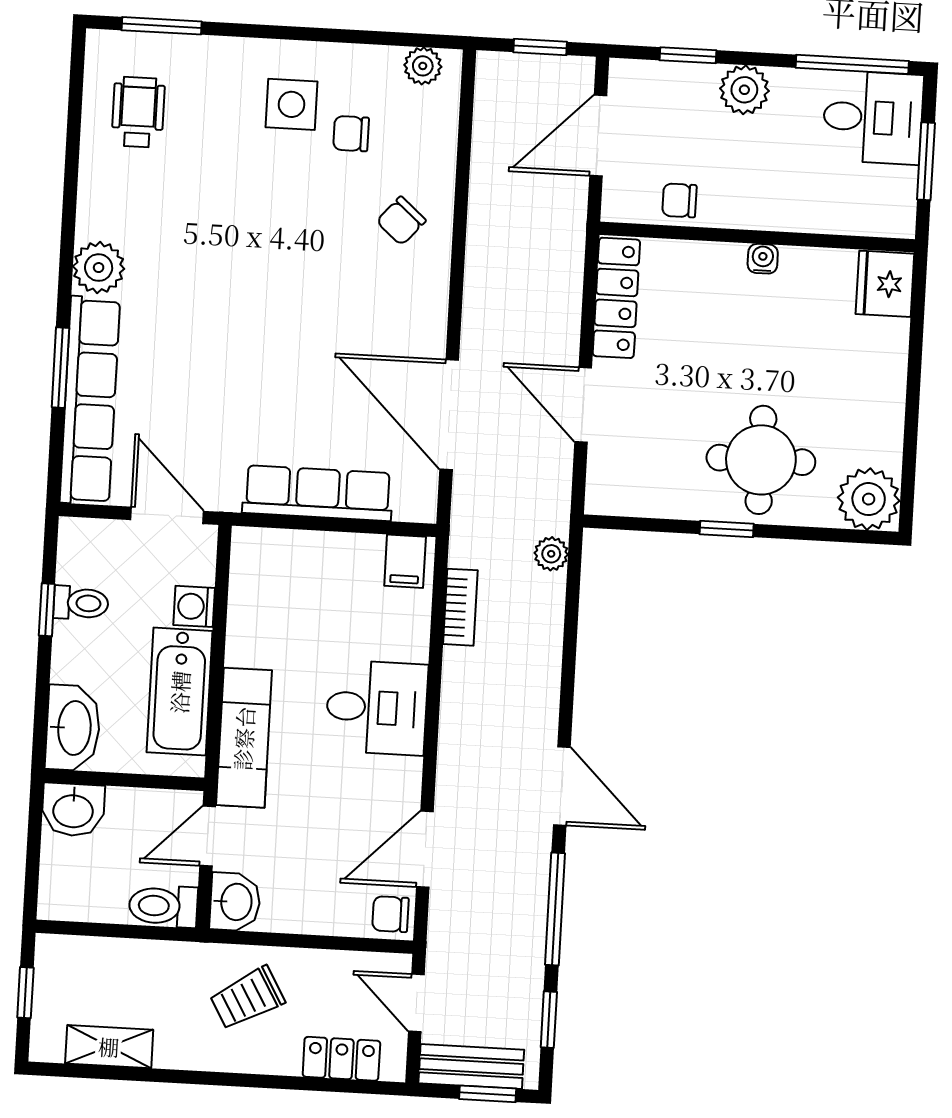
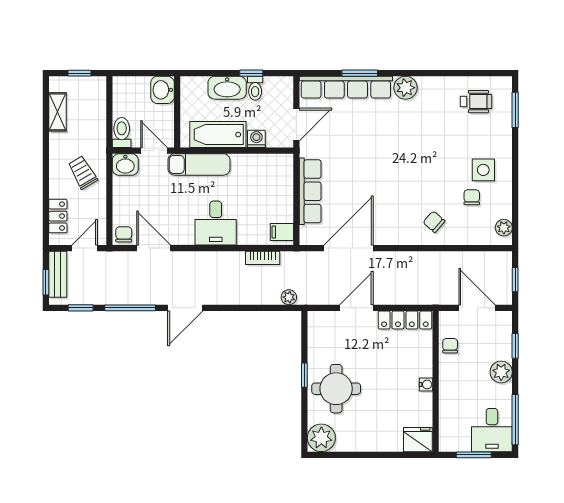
washbasin: (73, 728) -> (227, 88), moved

